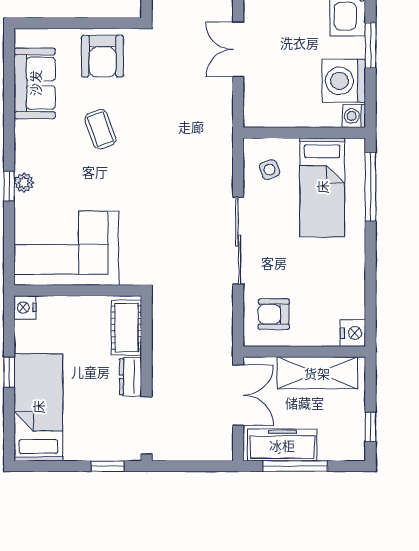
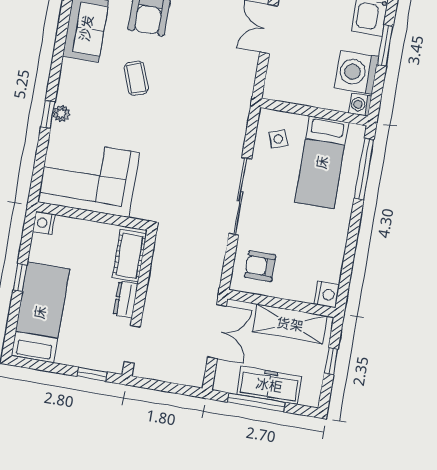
doorway: (147, 425) -> (132, 344), width x0.73
window: (370, 427) -> (331, 361), moved
freezer: (282, 445) -> (269, 385), moved

